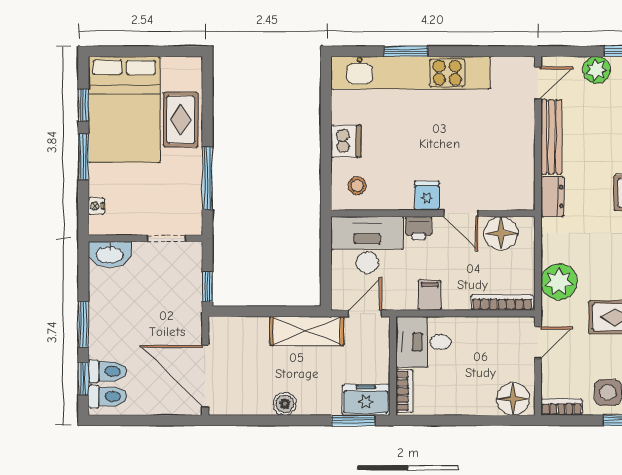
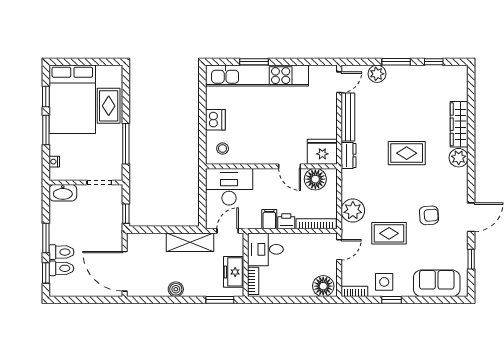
fridge: (427, 196) -> (322, 152), moved, width x1.88, depth x1.34
printer: (419, 228) -> (286, 221), moved, turned 180
toilet: (107, 397) -> (61, 252), moved
freezer: (366, 400) -> (234, 272), moved, turned -90

